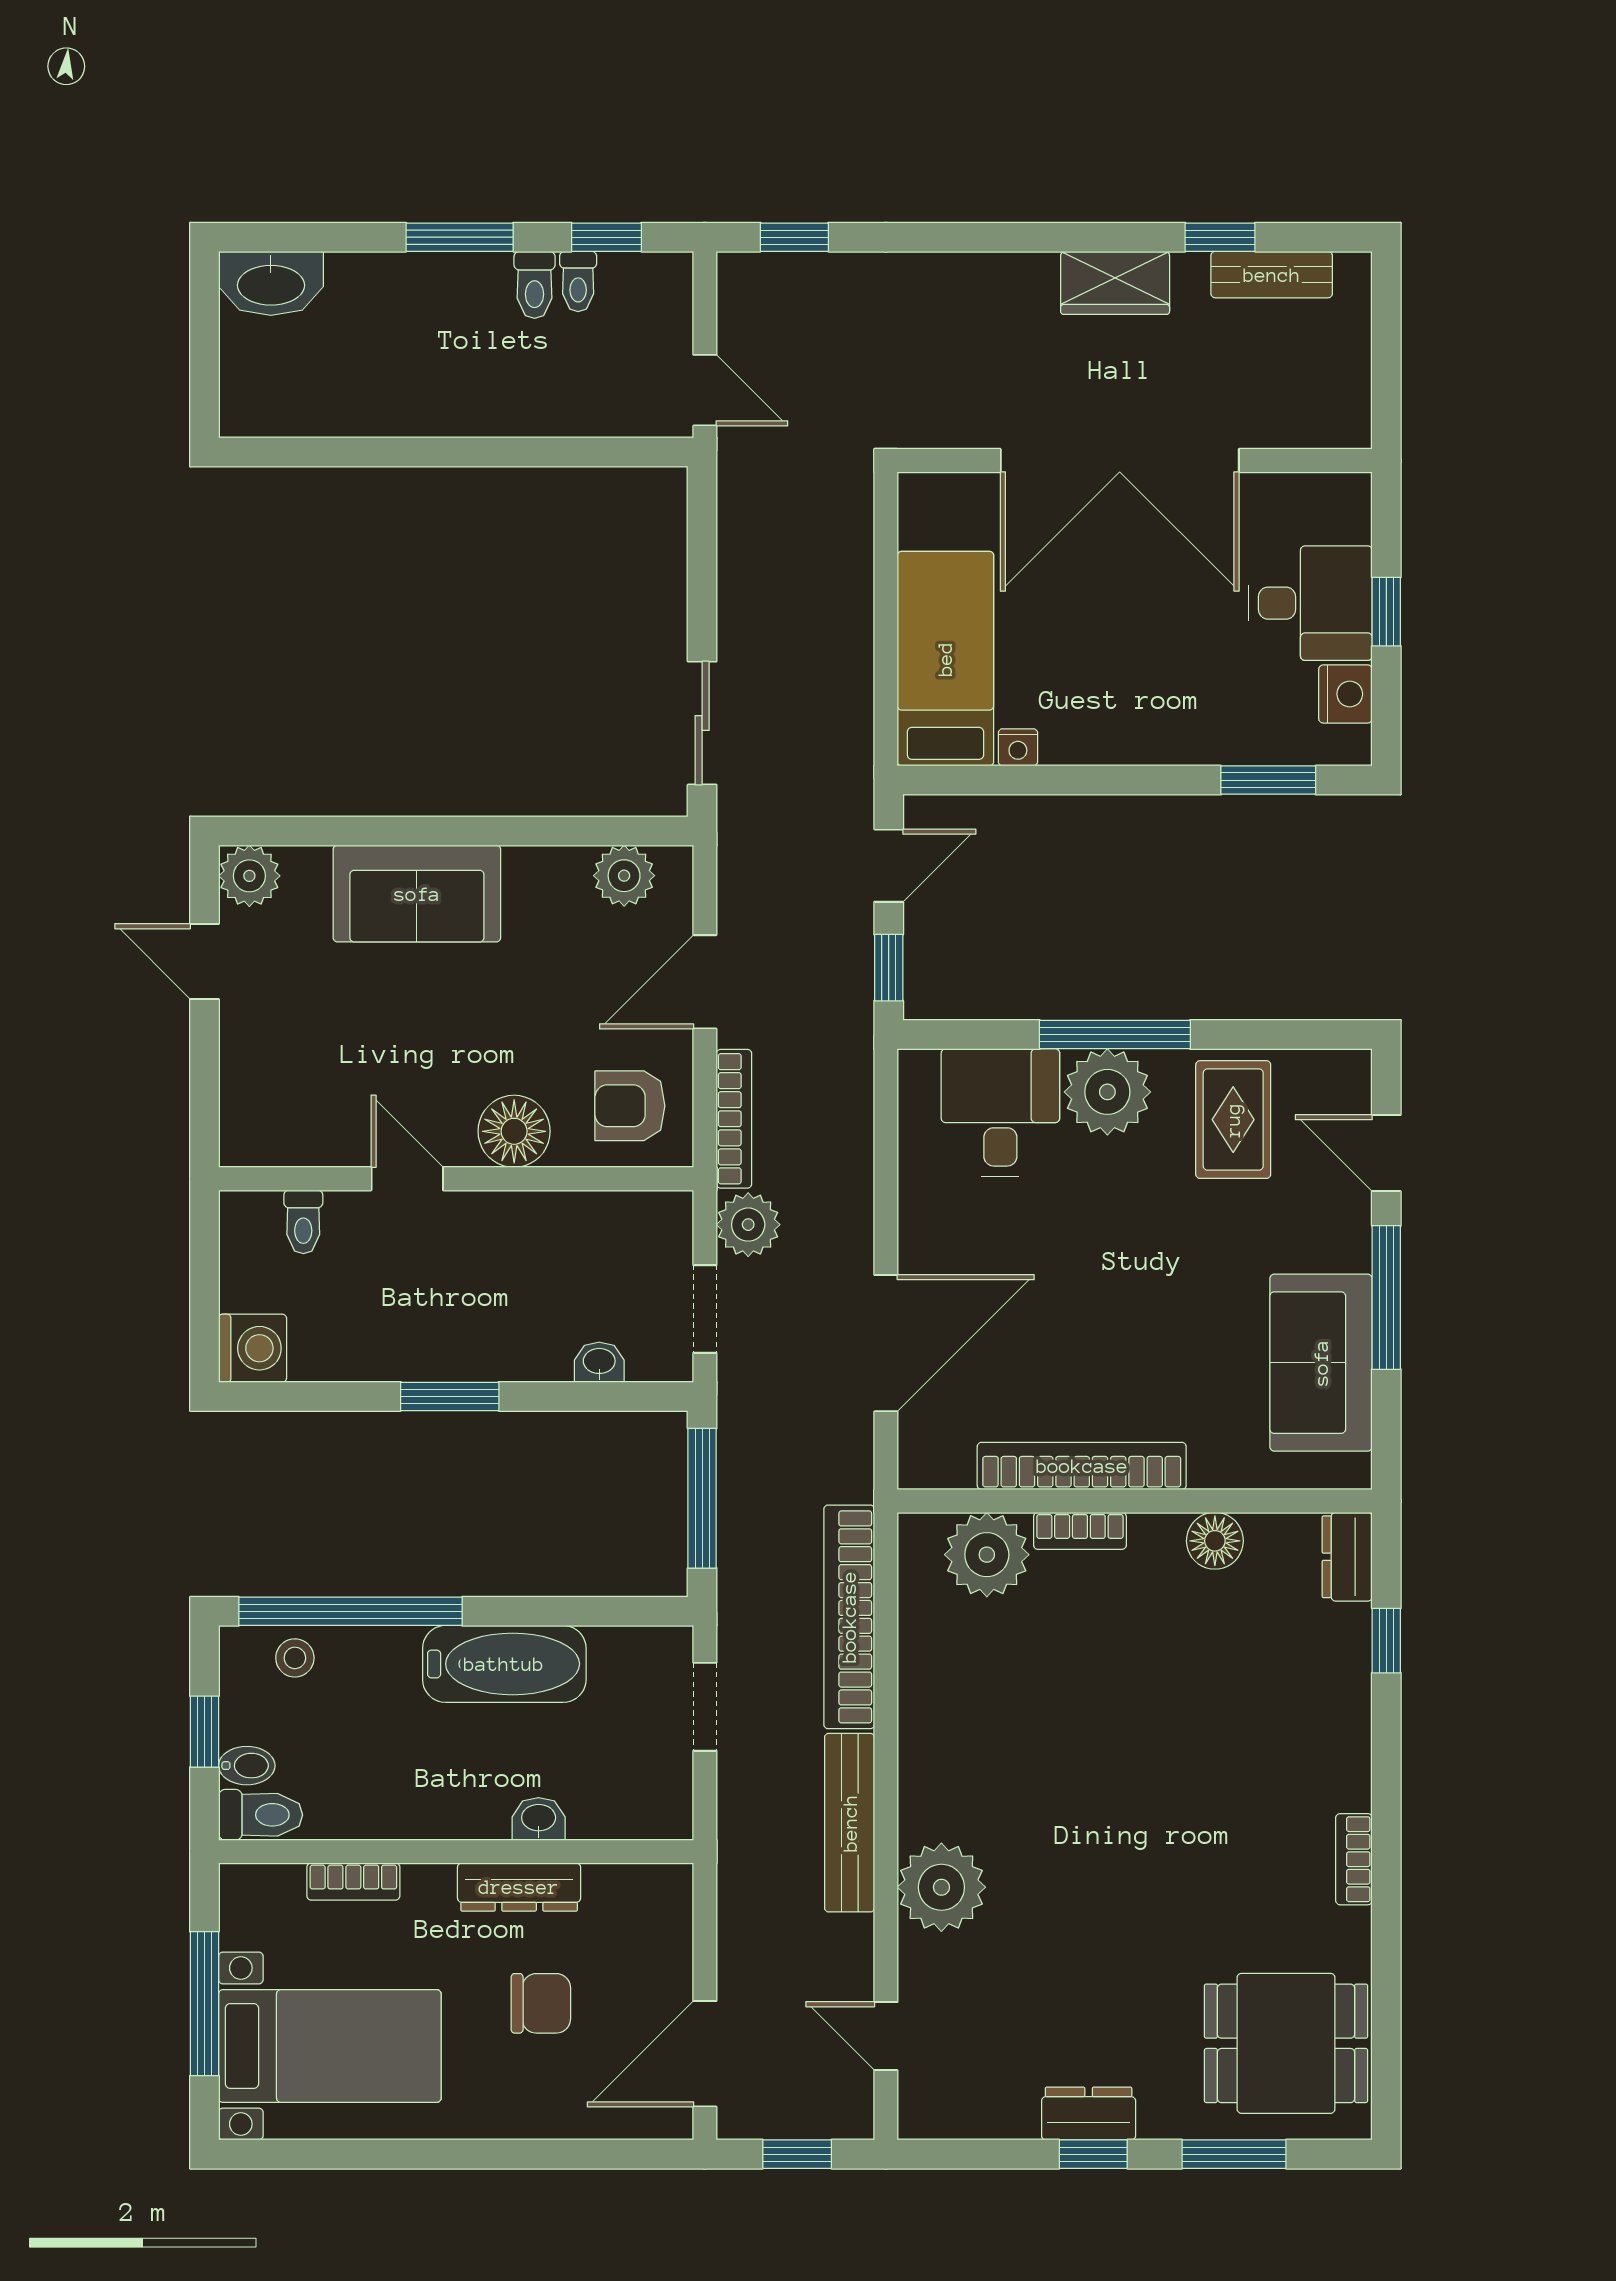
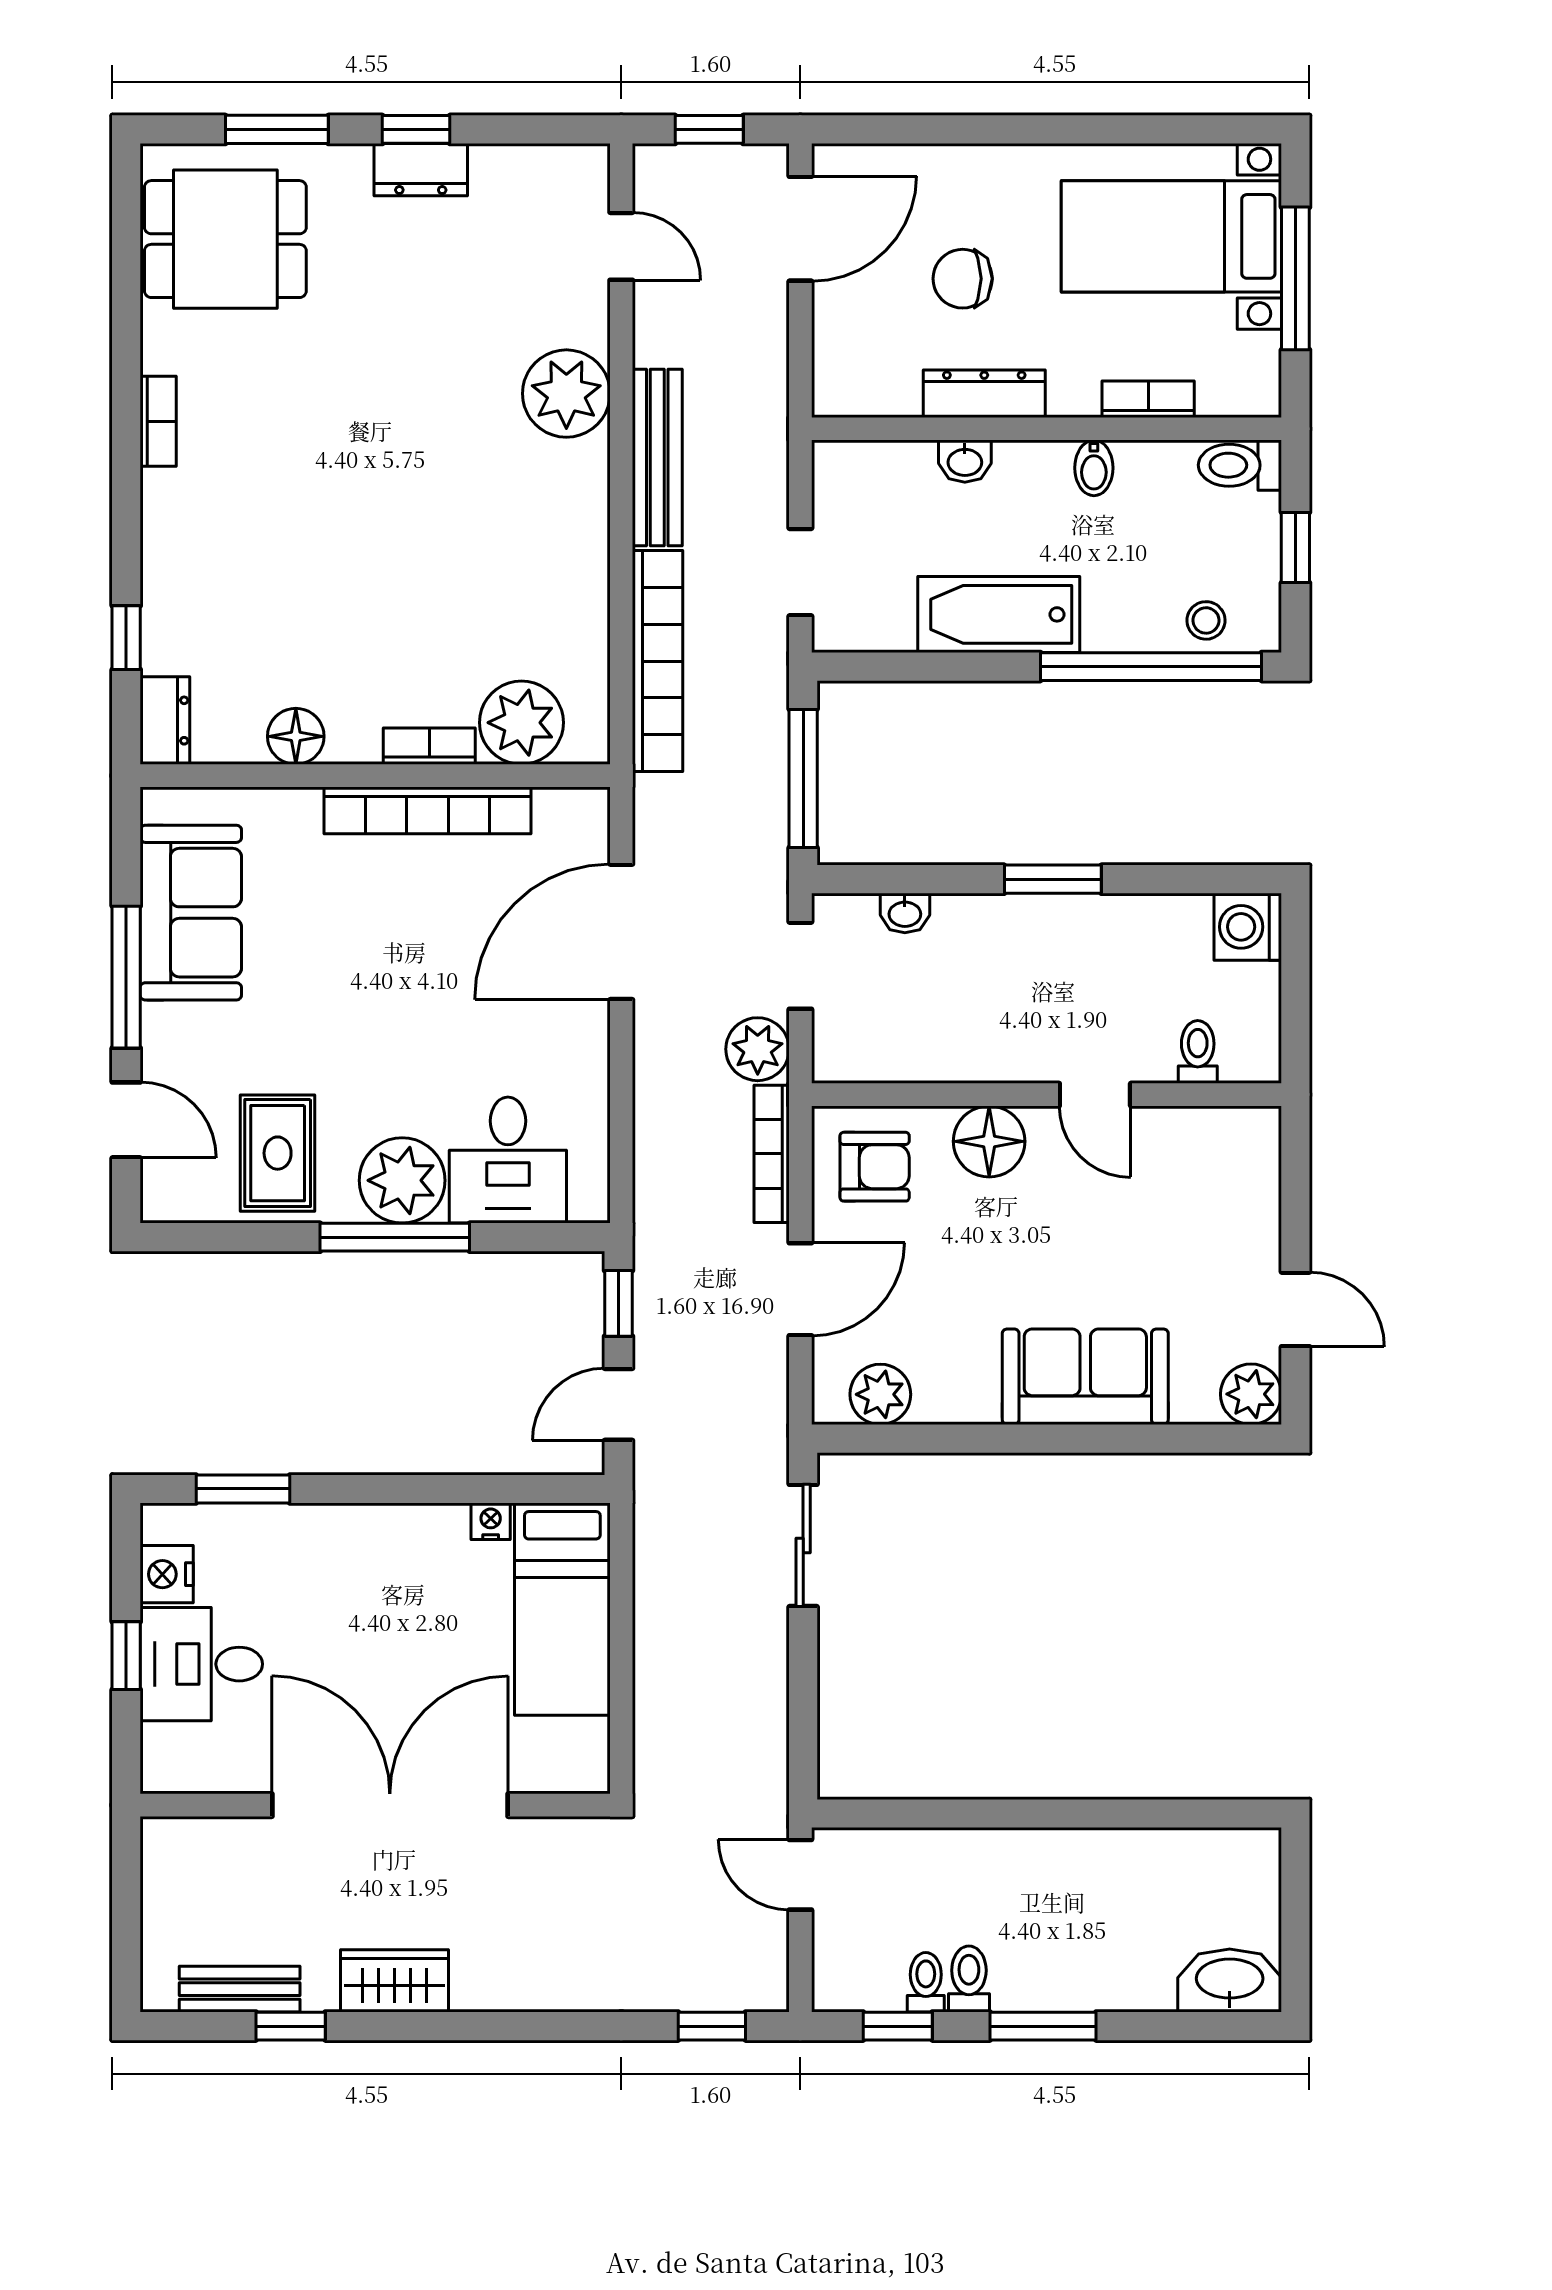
bidet: (247, 1766) -> (1094, 468), moved, turned -90

